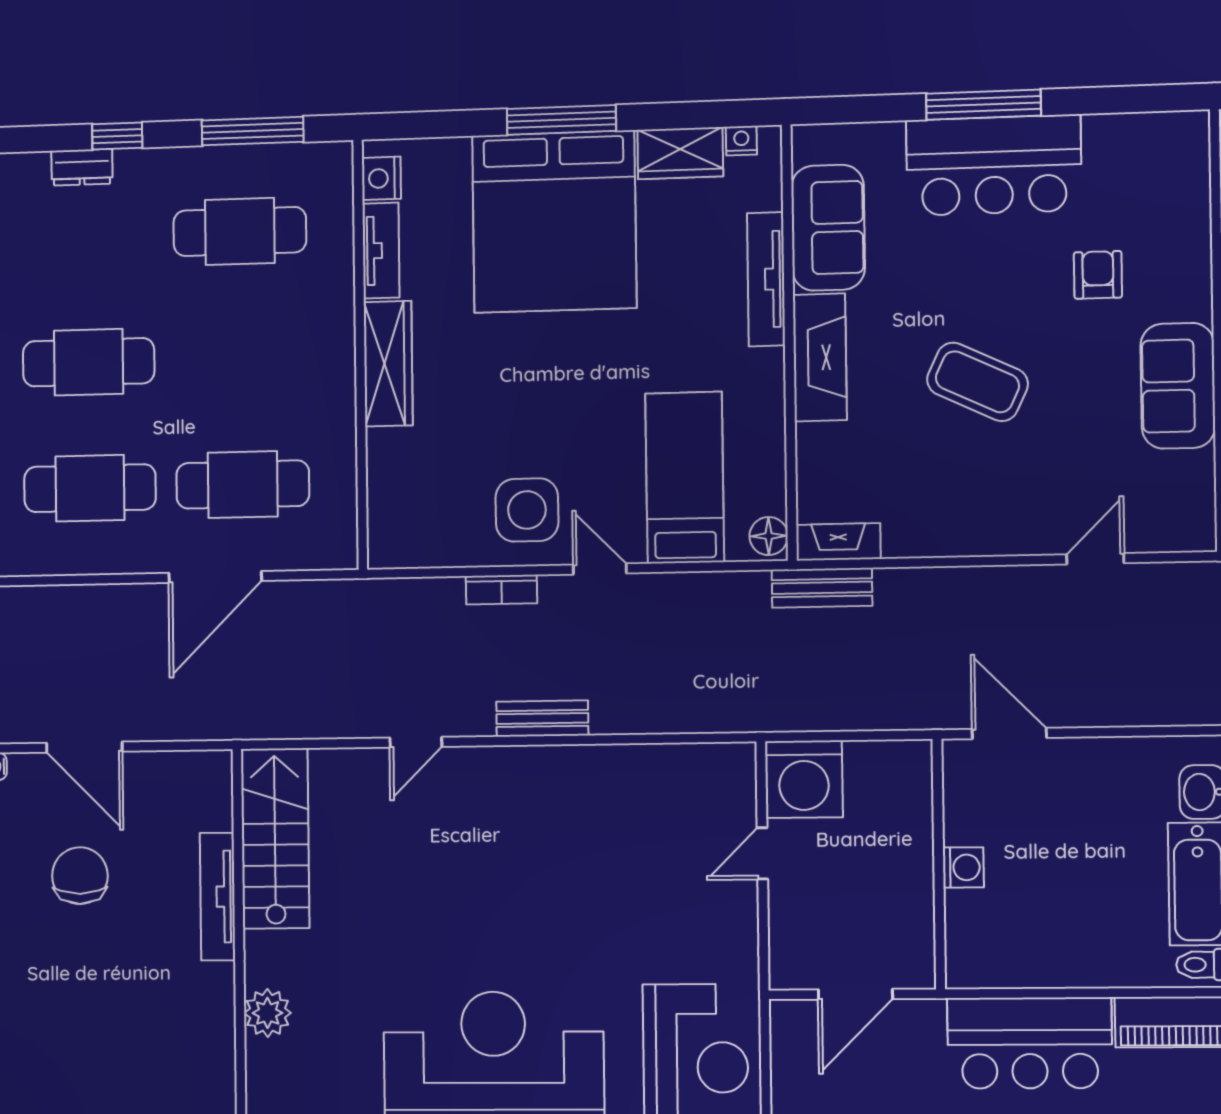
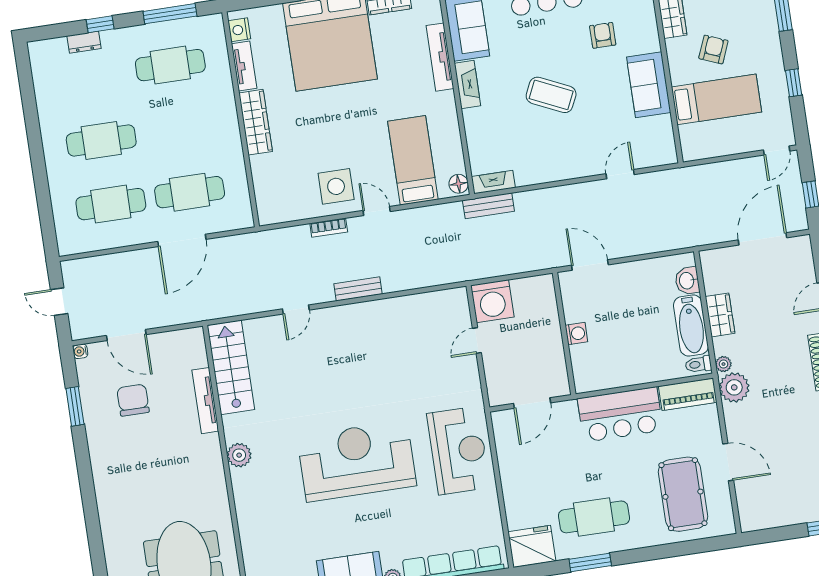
fireplace: (820, 357) -> (467, 84), width x0.73, depth x0.76

